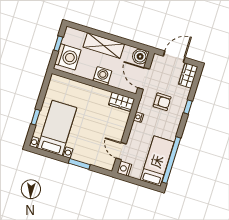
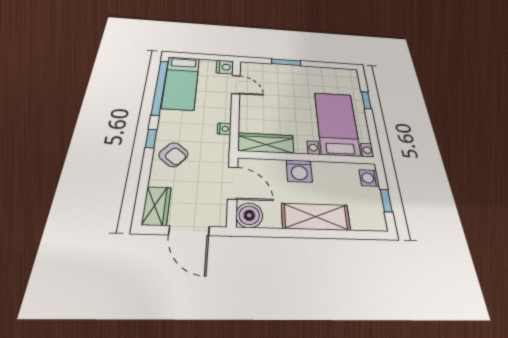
washing machine: (68, 57) -> (369, 178), width x0.53, depth x0.53
door: (174, 57) -> (189, 231), hinge flipped
wardrobe: (122, 102) -> (266, 143), width x1.50
armchair: (162, 102) -> (173, 155), moved, turned -140
window: (188, 107) -> (151, 139), moved
bed with nightstands: (57, 128) -> (337, 123), moved, turned 180

